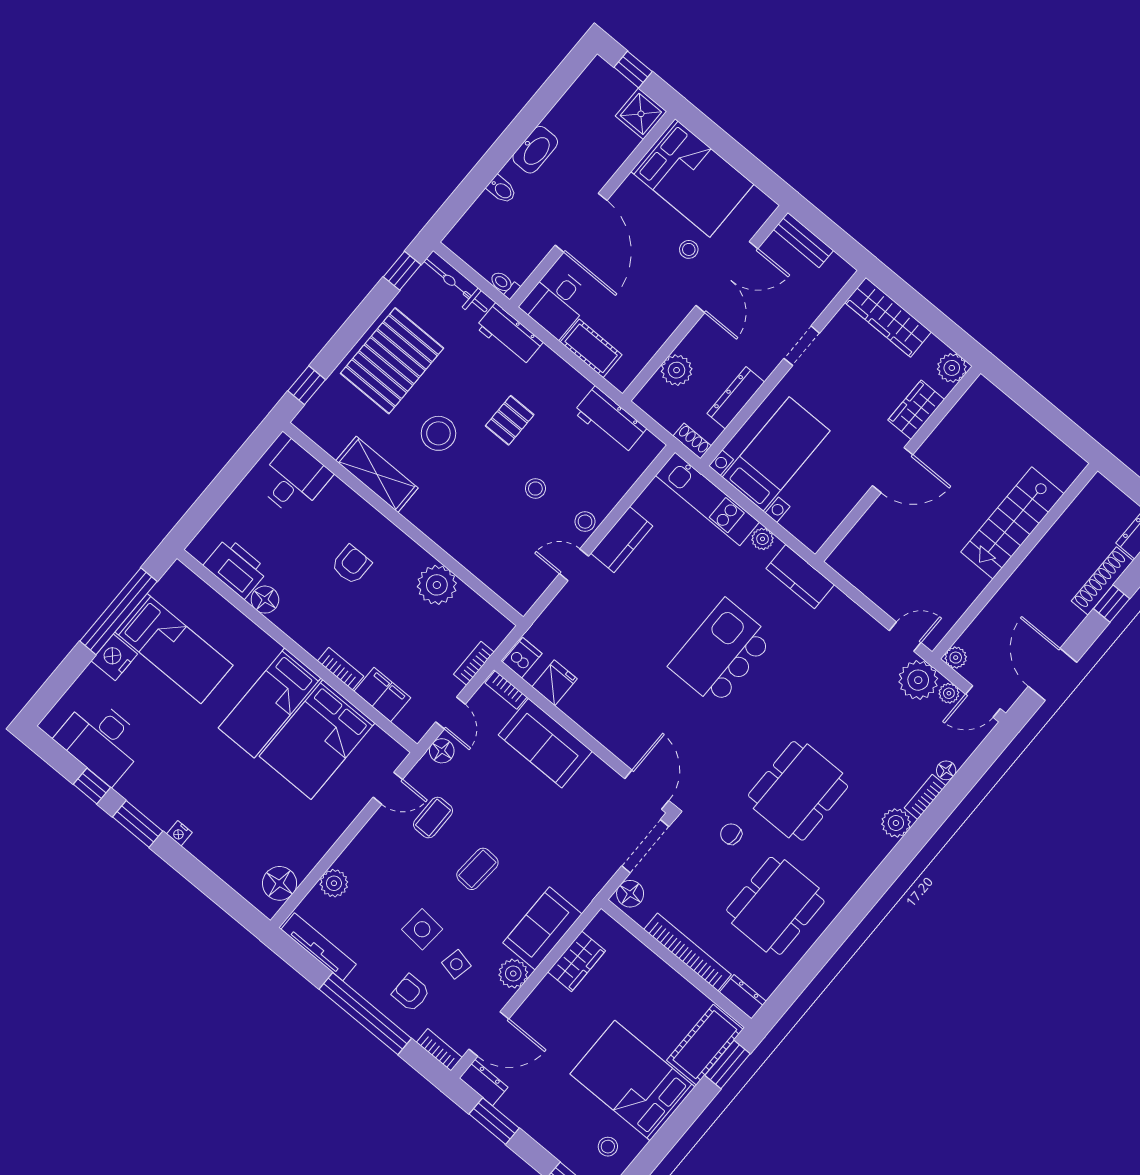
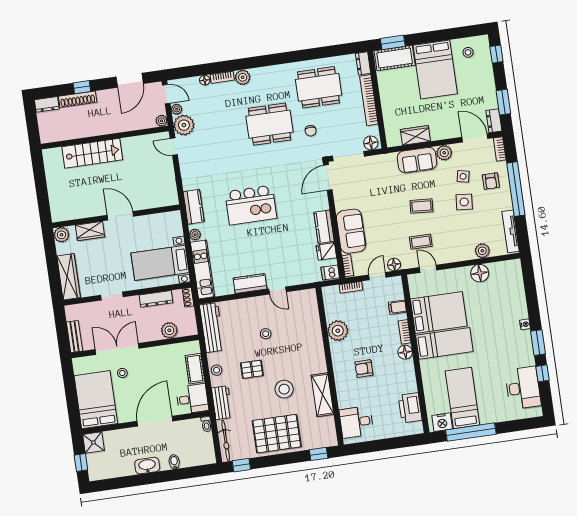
workbench: (610, 420) -> (212, 328), width x1.38
stool: (585, 522) -> (217, 370), moved
floor lamp: (265, 600) -> (405, 352), moved
nightstand: (114, 657) -> (442, 422), moved
filing cabinet: (382, 694) -> (397, 307), width x0.50
kitchen counter: (589, 715) -> (324, 227), added
floor lamp: (280, 883) -> (480, 273), moved

